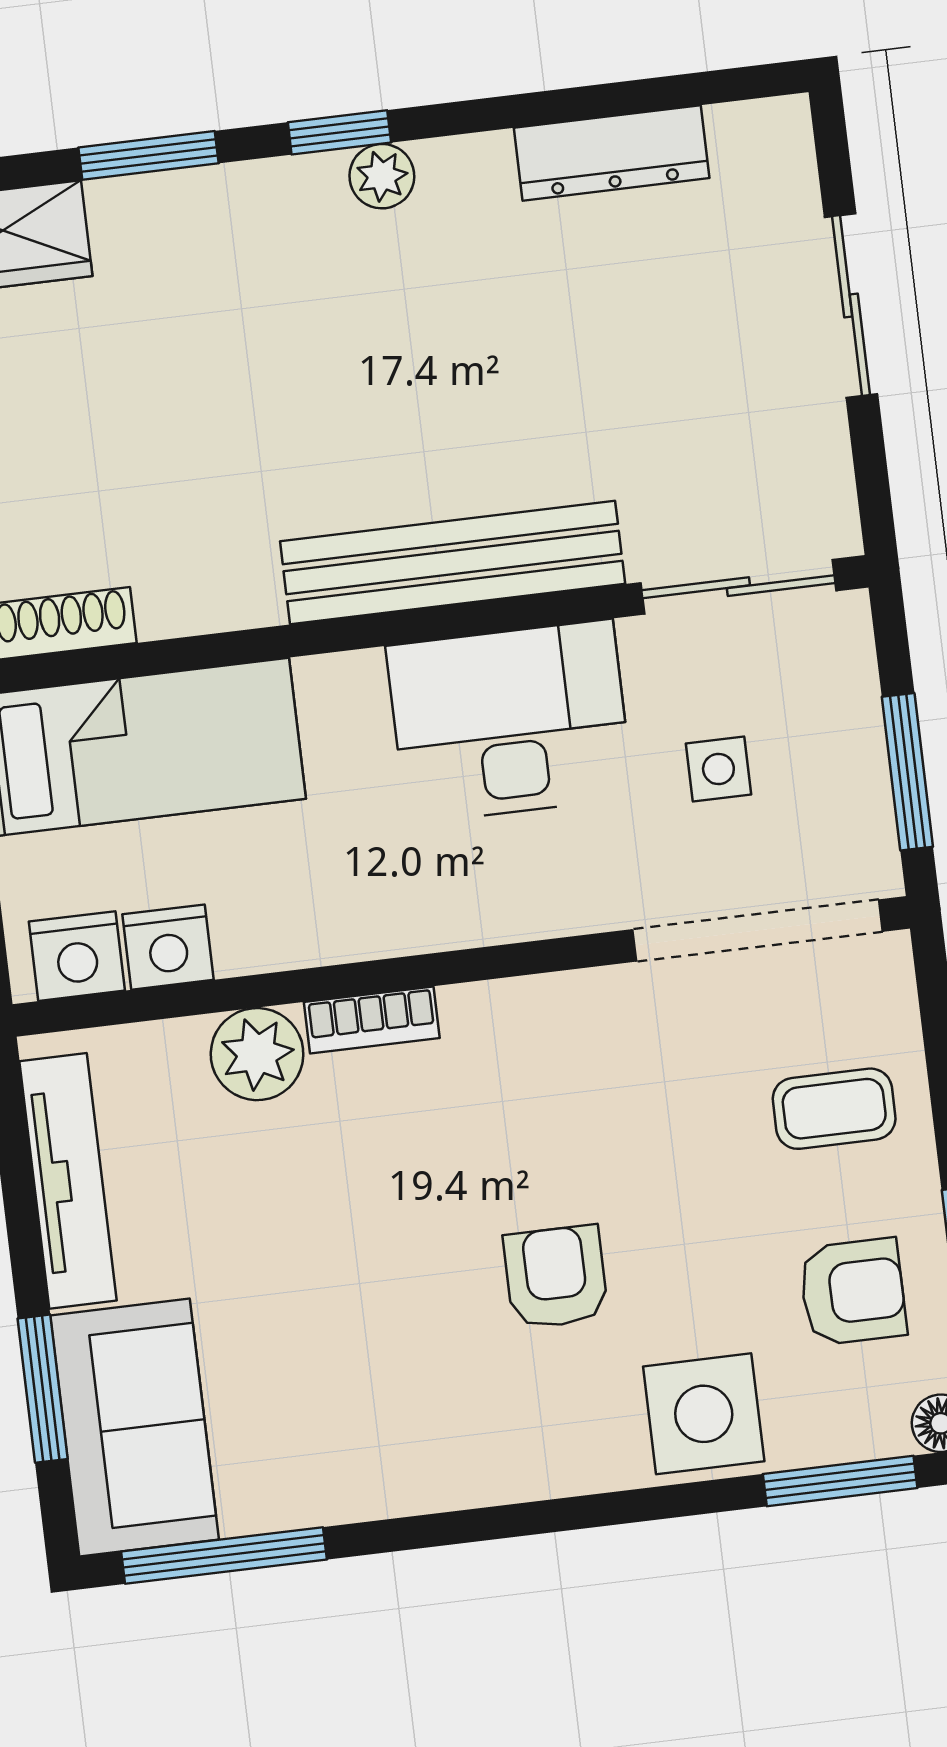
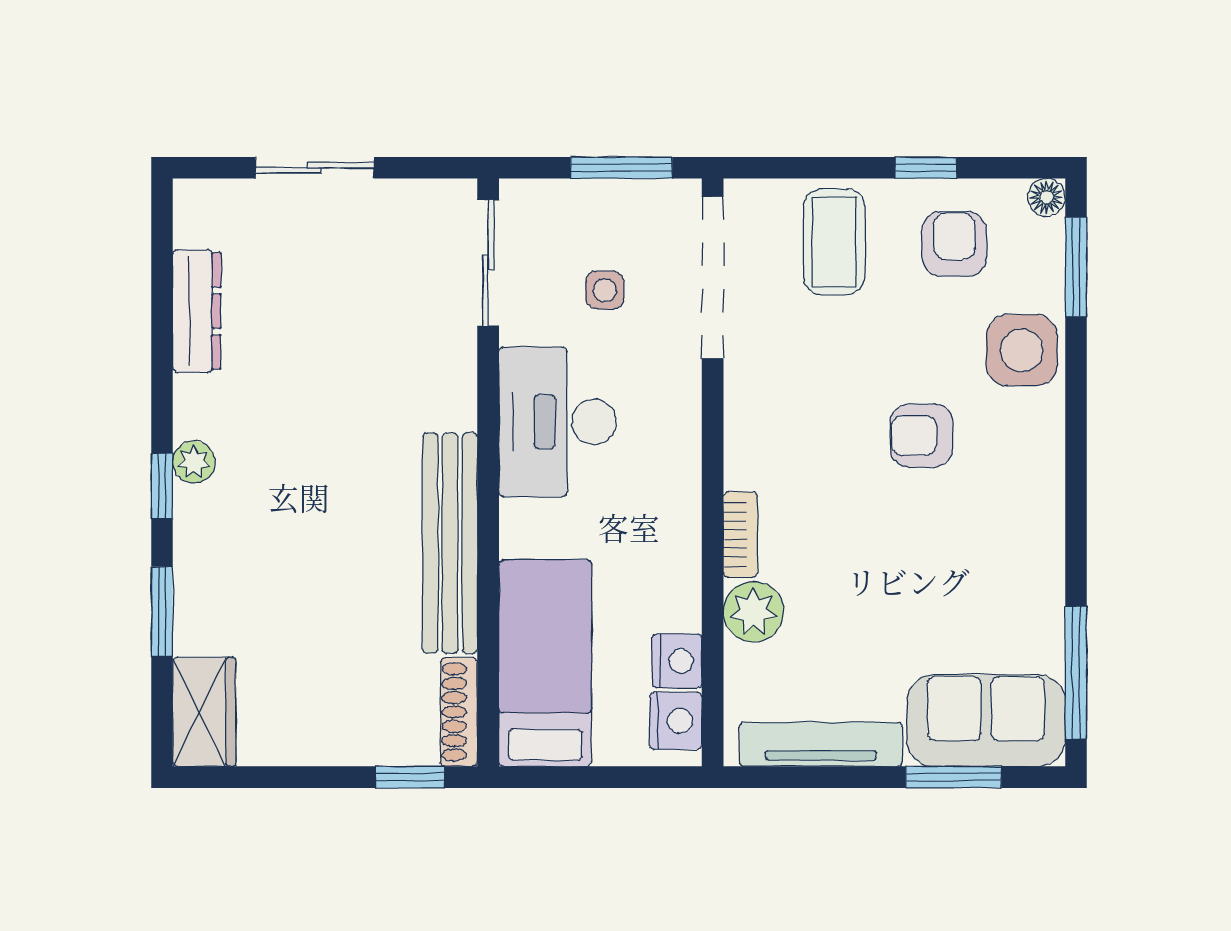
bench: (453, 563) -> (450, 543), moved
coffee table: (834, 1109) -> (834, 242), width x1.36, depth x1.30

